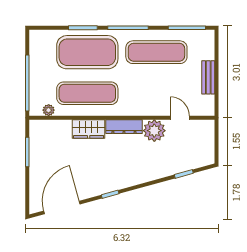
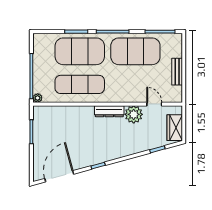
exercise mat: (156, 52) -> (135, 51), width x1.47
plant: (49, 110) -> (38, 98), moved
wardrobe: (89, 129) -> (175, 128), moved, turned 90

